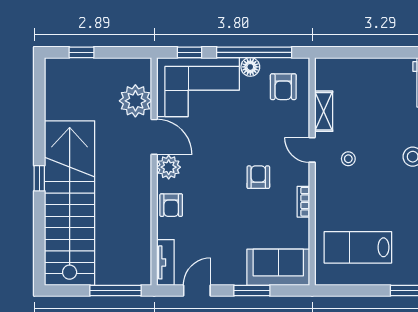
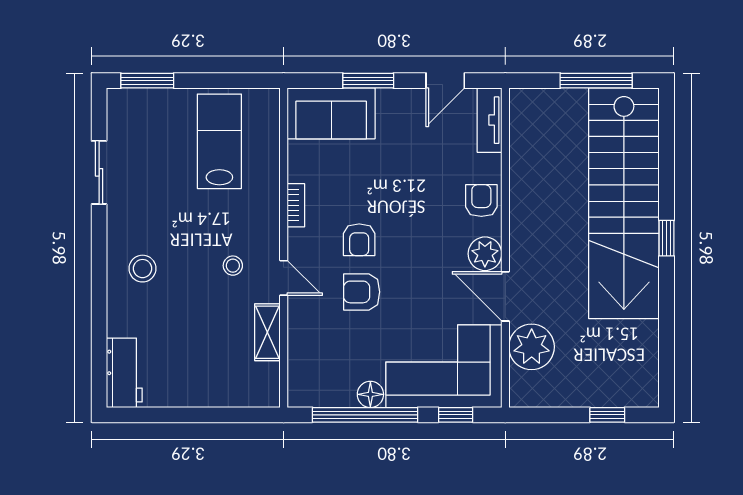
armchair: (283, 87) -> (362, 292), moved, turned -90
lab bench: (358, 247) -> (219, 141), turned -90
window: (116, 291) -> (596, 81), moved

